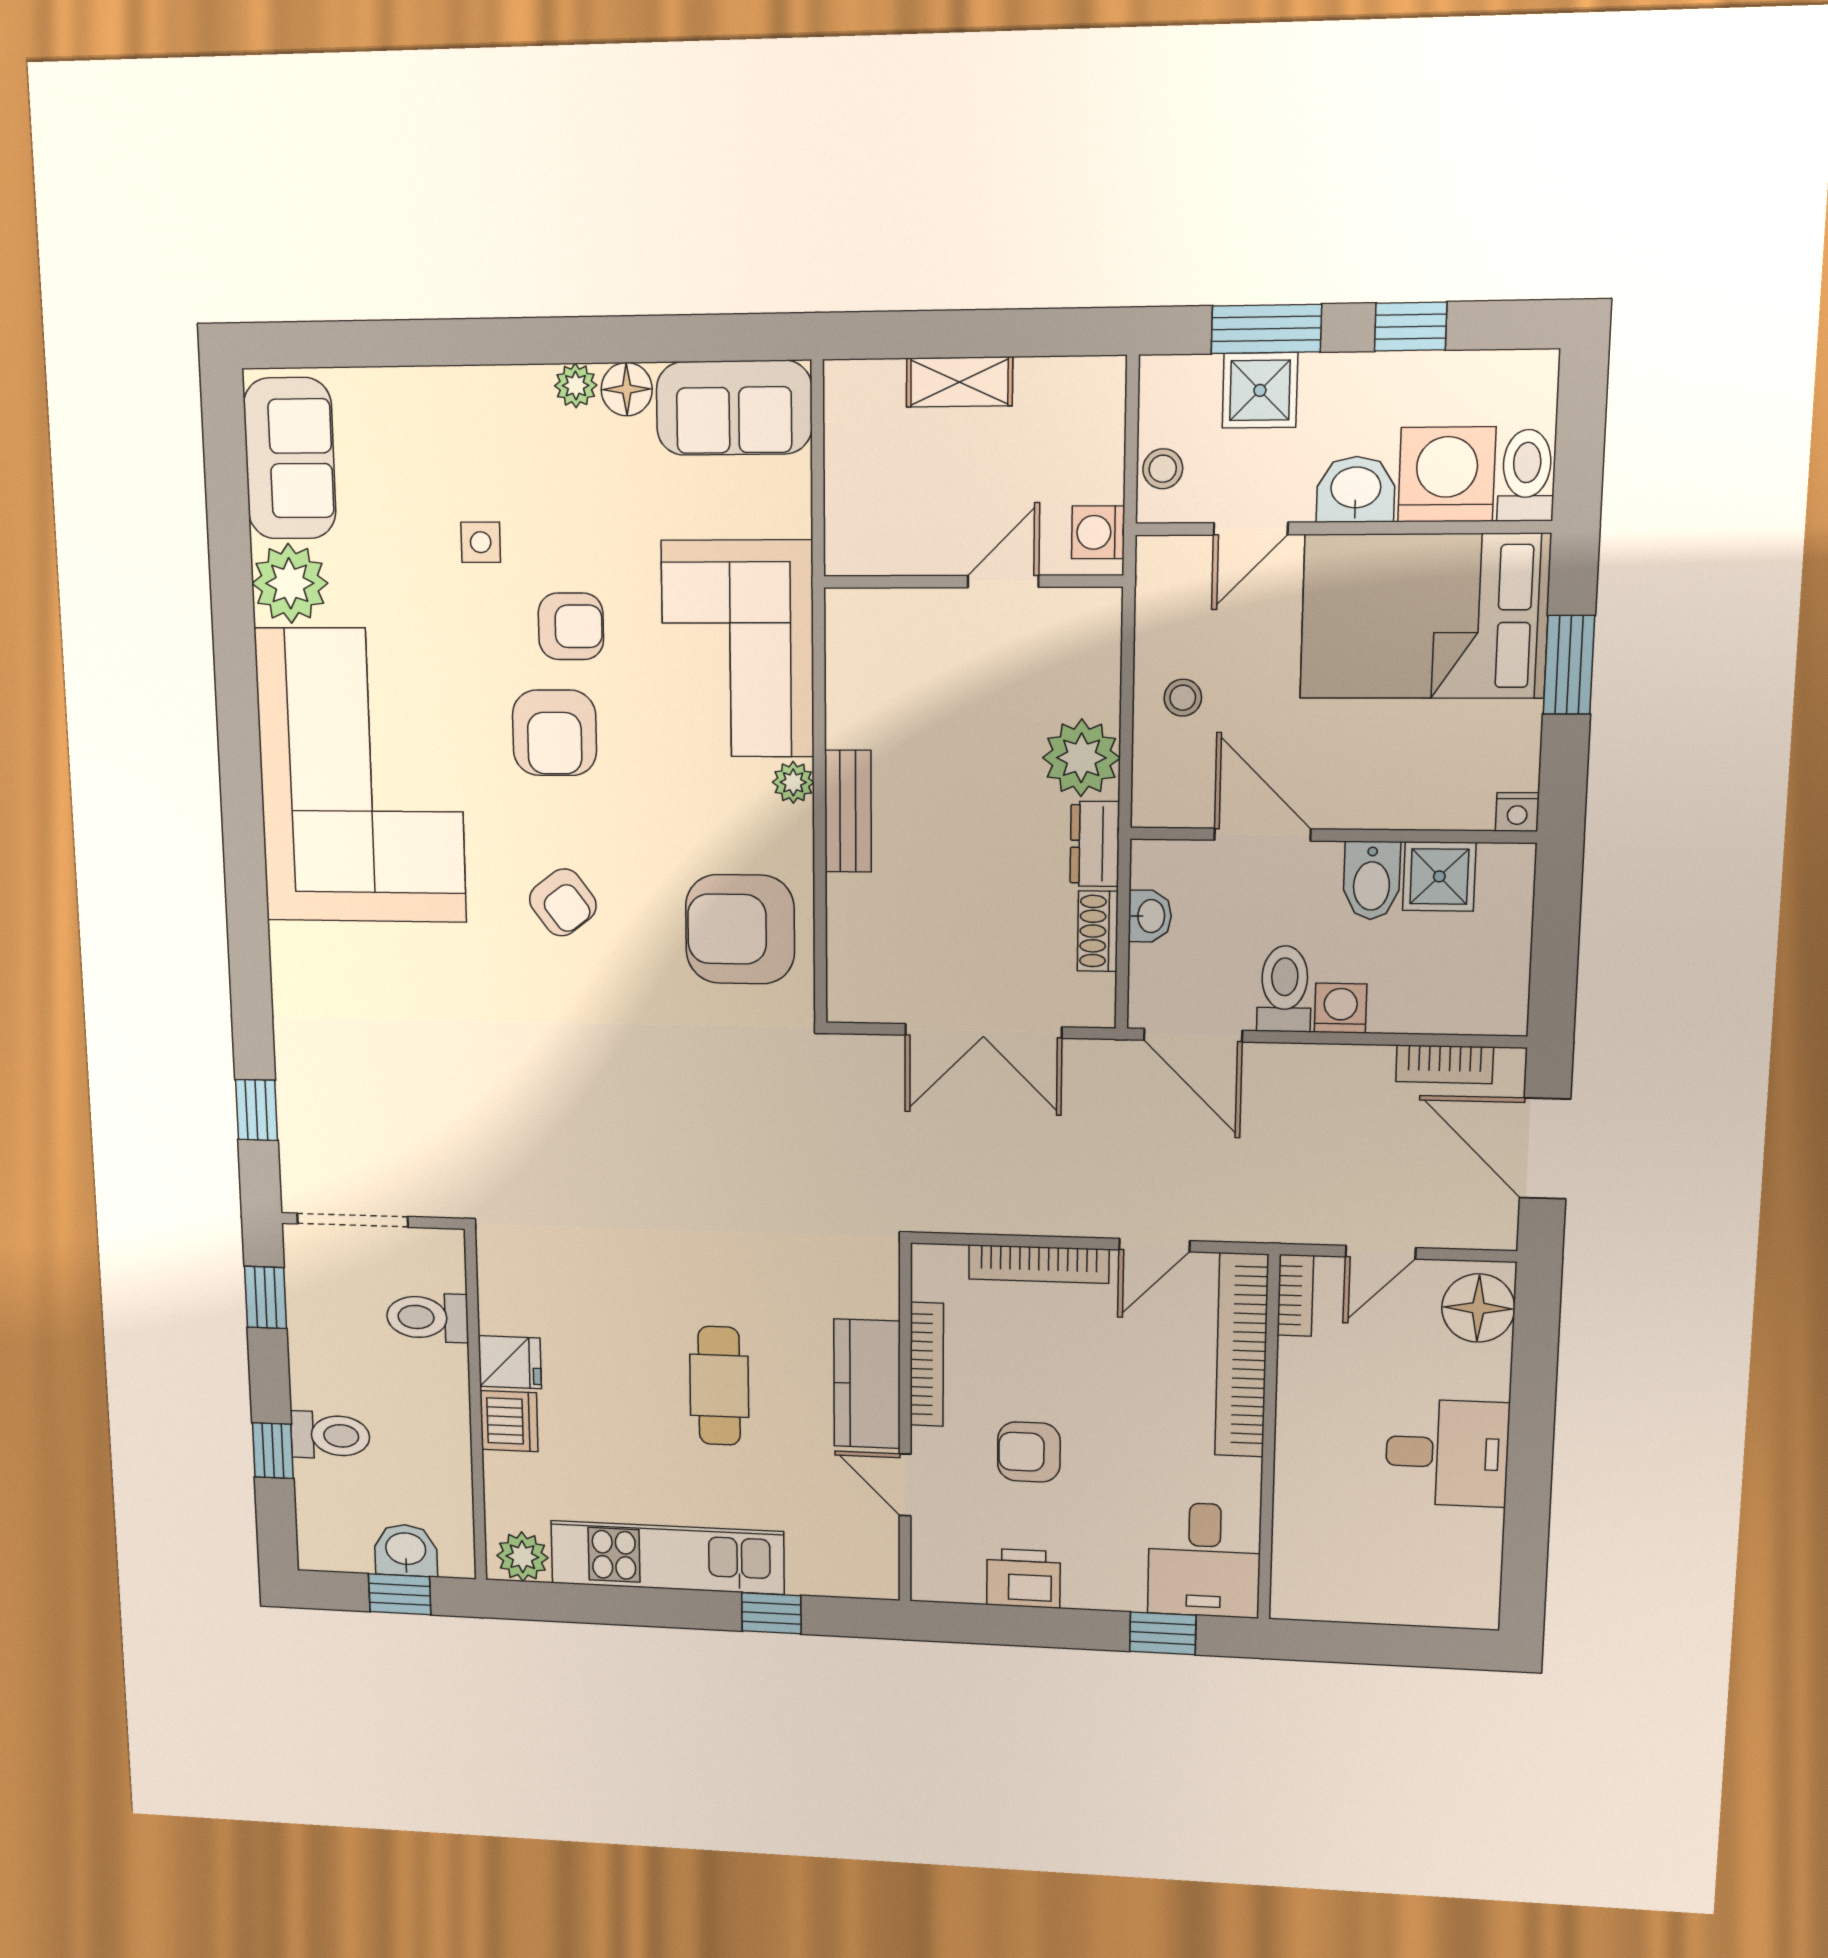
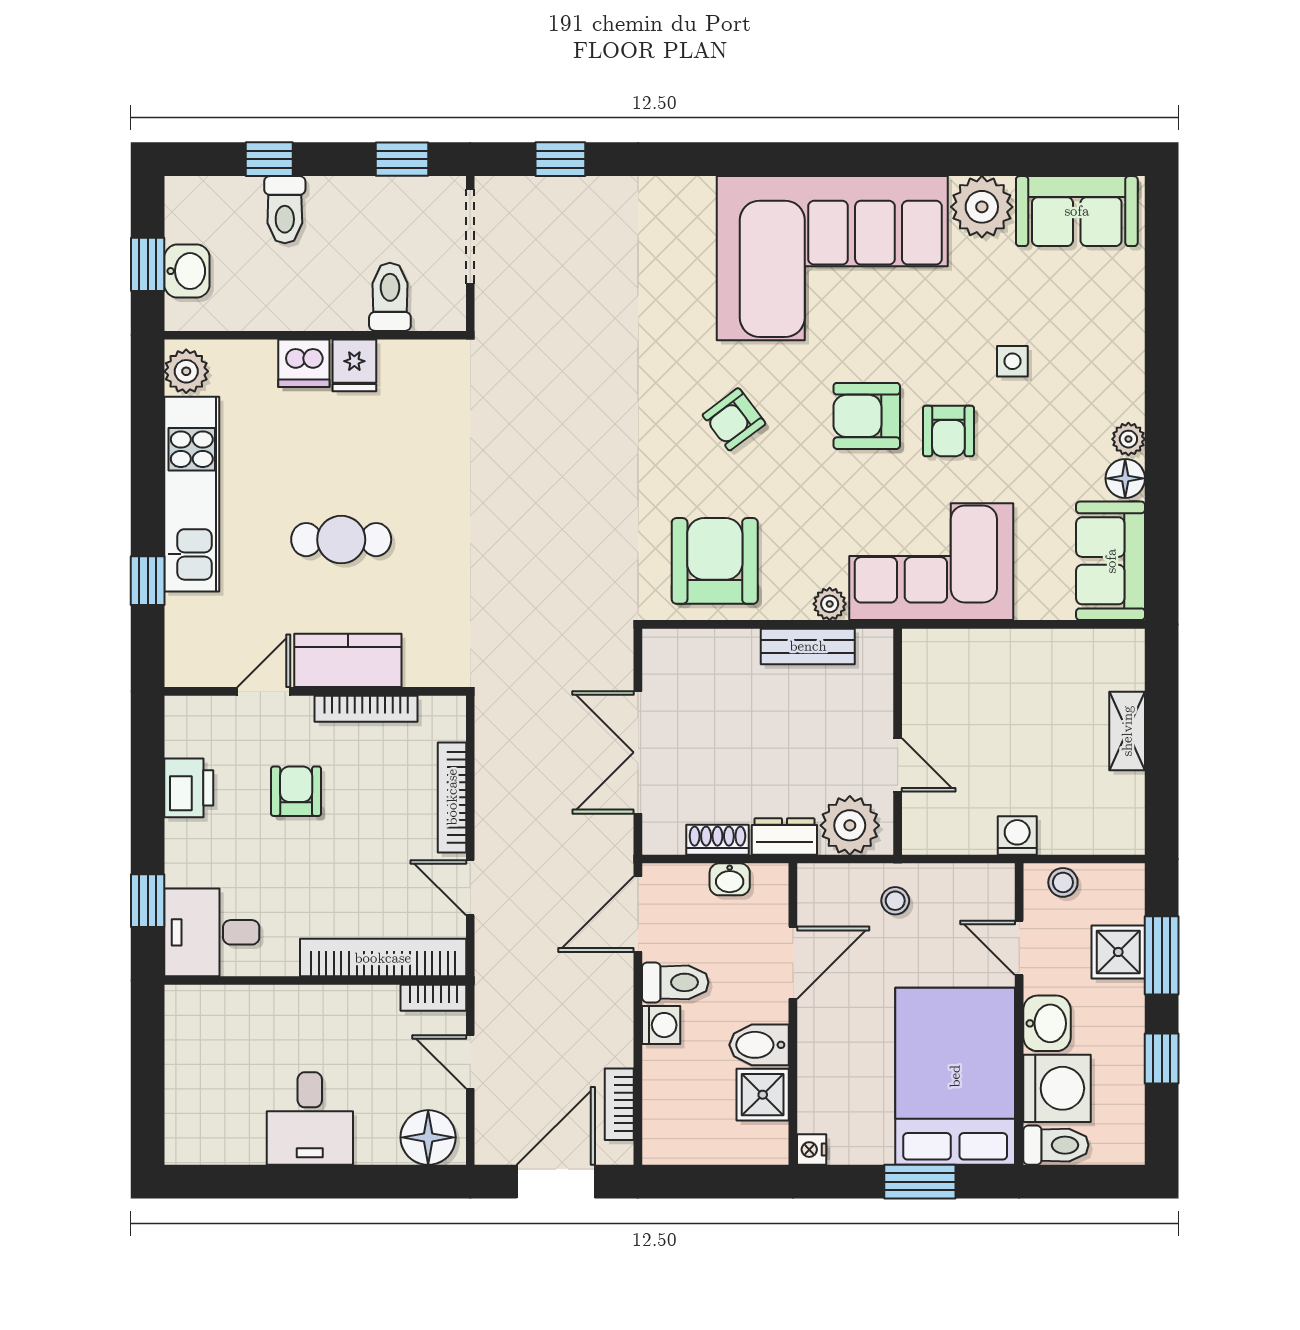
door: (1003, 581) -> (898, 765), moved
wall: (972, 582) -> (898, 742), moved

